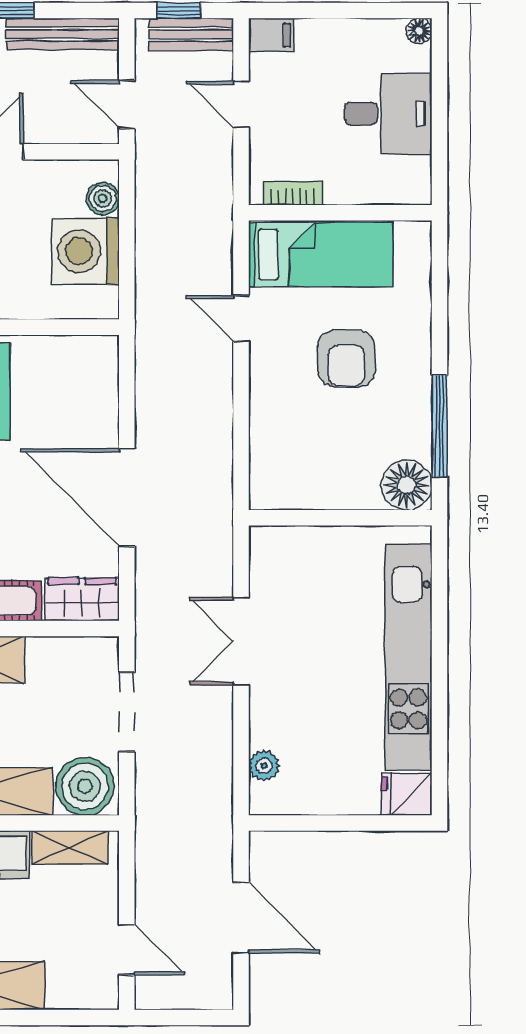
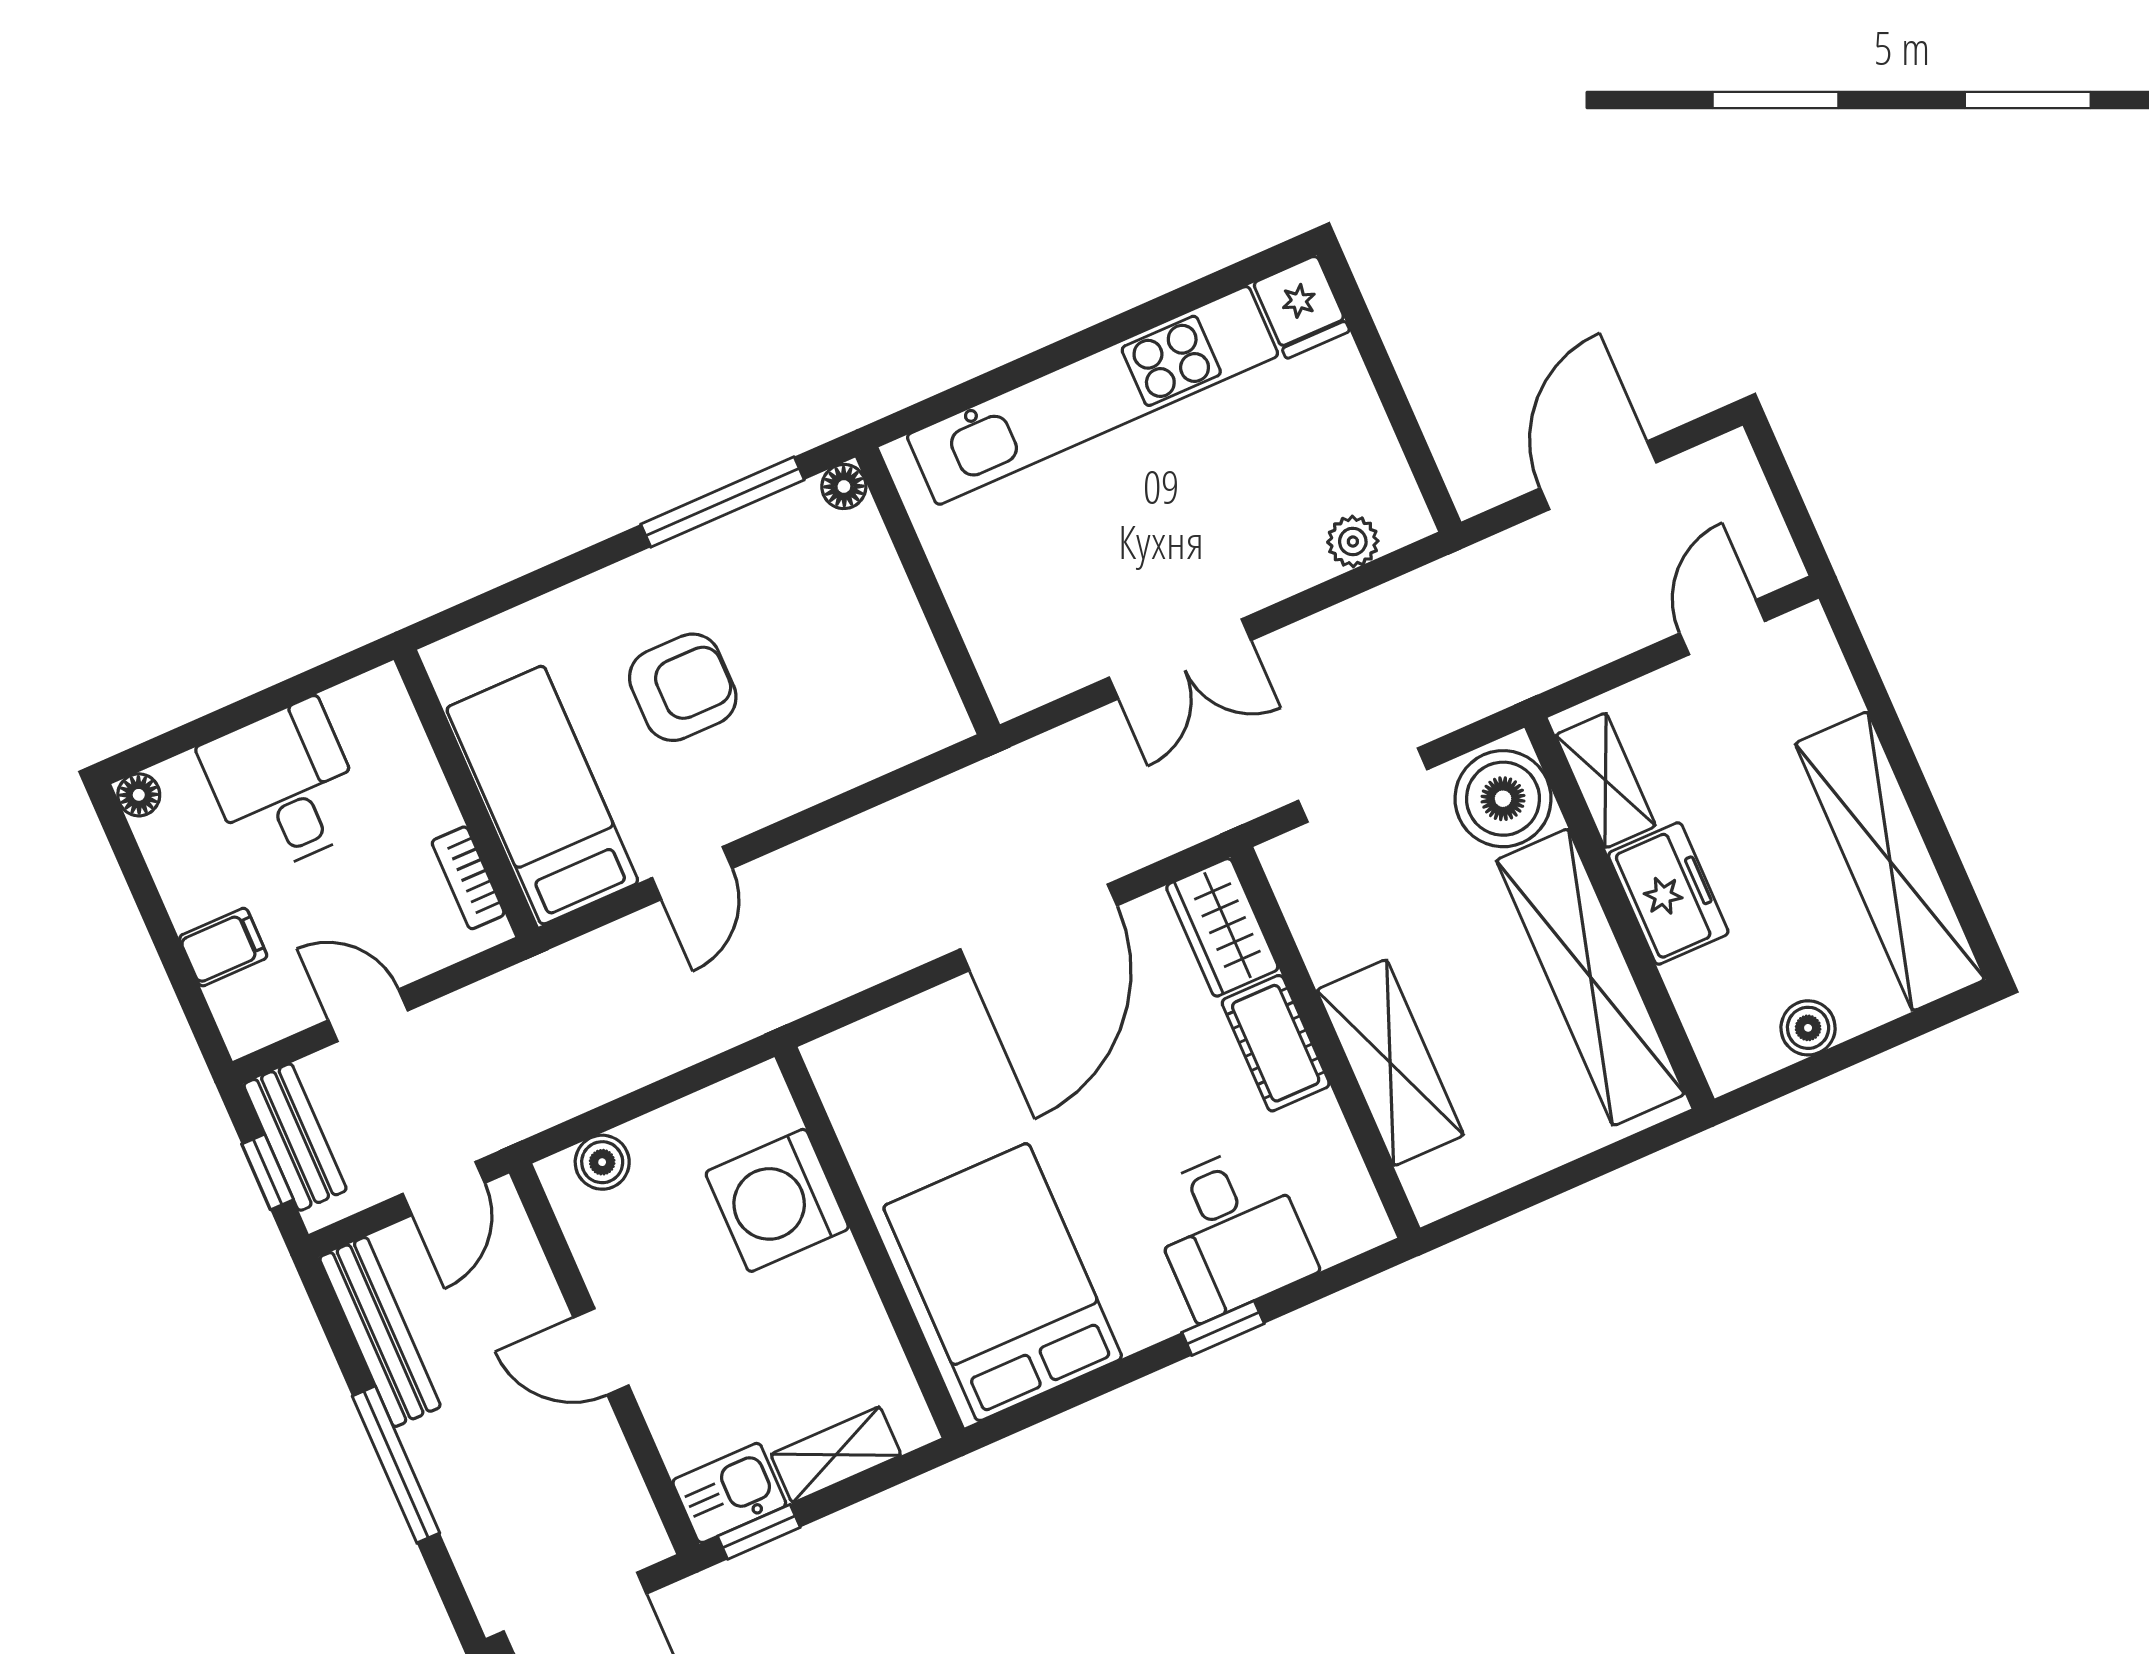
filing cabinet: (271, 35) -> (223, 947), moved, turned 90
door: (241, 104) -> (368, 1015), swing flipped
washing machine: (86, 251) -> (777, 1200), moved, turned 90
floor lamp: (407, 485) -> (844, 486), width x0.53, depth x0.53

